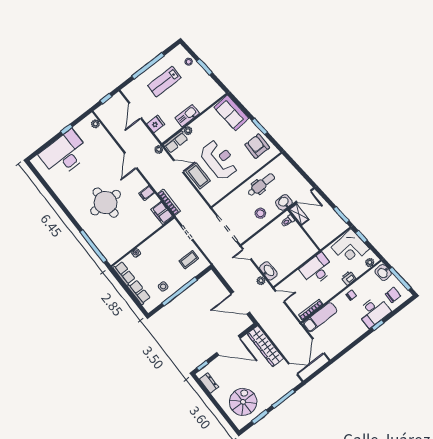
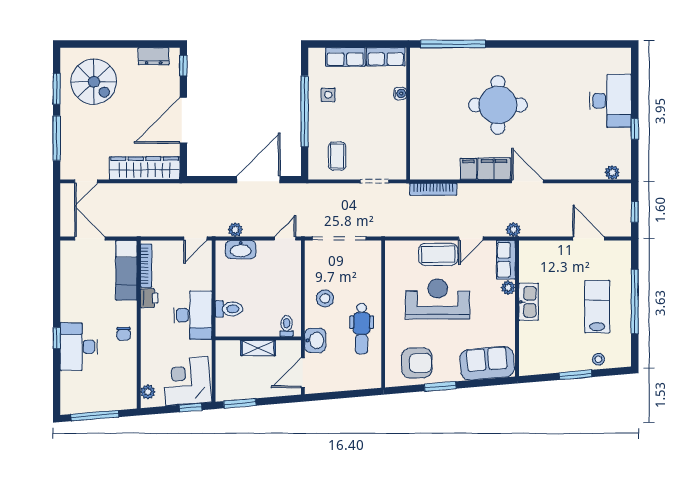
fridge: (156, 124) -> (550, 252), removed
desk: (65, 154) -> (610, 101), width x0.73, depth x0.77
reception desk: (219, 160) -> (438, 299), turned 180
filing cabinet: (162, 213) -> (494, 169), moved
shelving: (299, 214) -> (258, 348), moved
toilet: (301, 255) -> (229, 309), added
washbasin: (383, 272) -> (121, 399), removed
printer: (348, 278) -> (149, 298), moved
chair: (393, 295) -> (81, 389), removed
door: (240, 303) -> (258, 180), moved

